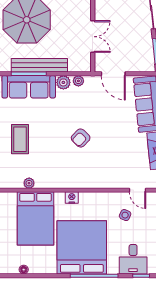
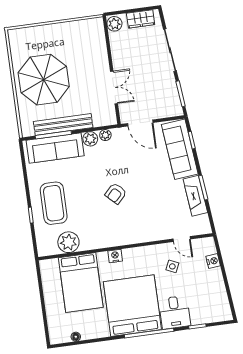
coffee table: (20, 139) -> (54, 203), width x1.36, depth x1.32
plant: (29, 183) -> (68, 242), width x1.87, depth x1.87
desk: (133, 259) -> (175, 312), moved

